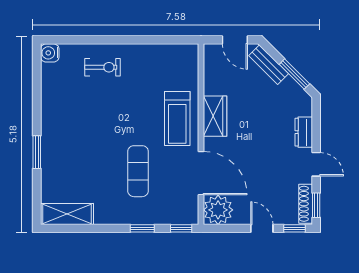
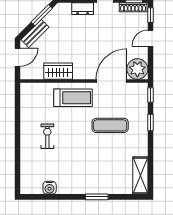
water cooler: (50, 53) -> (50, 188), moved
exercise bike: (103, 67) -> (47, 136), moved
wardrobe: (215, 116) -> (58, 71), moved

